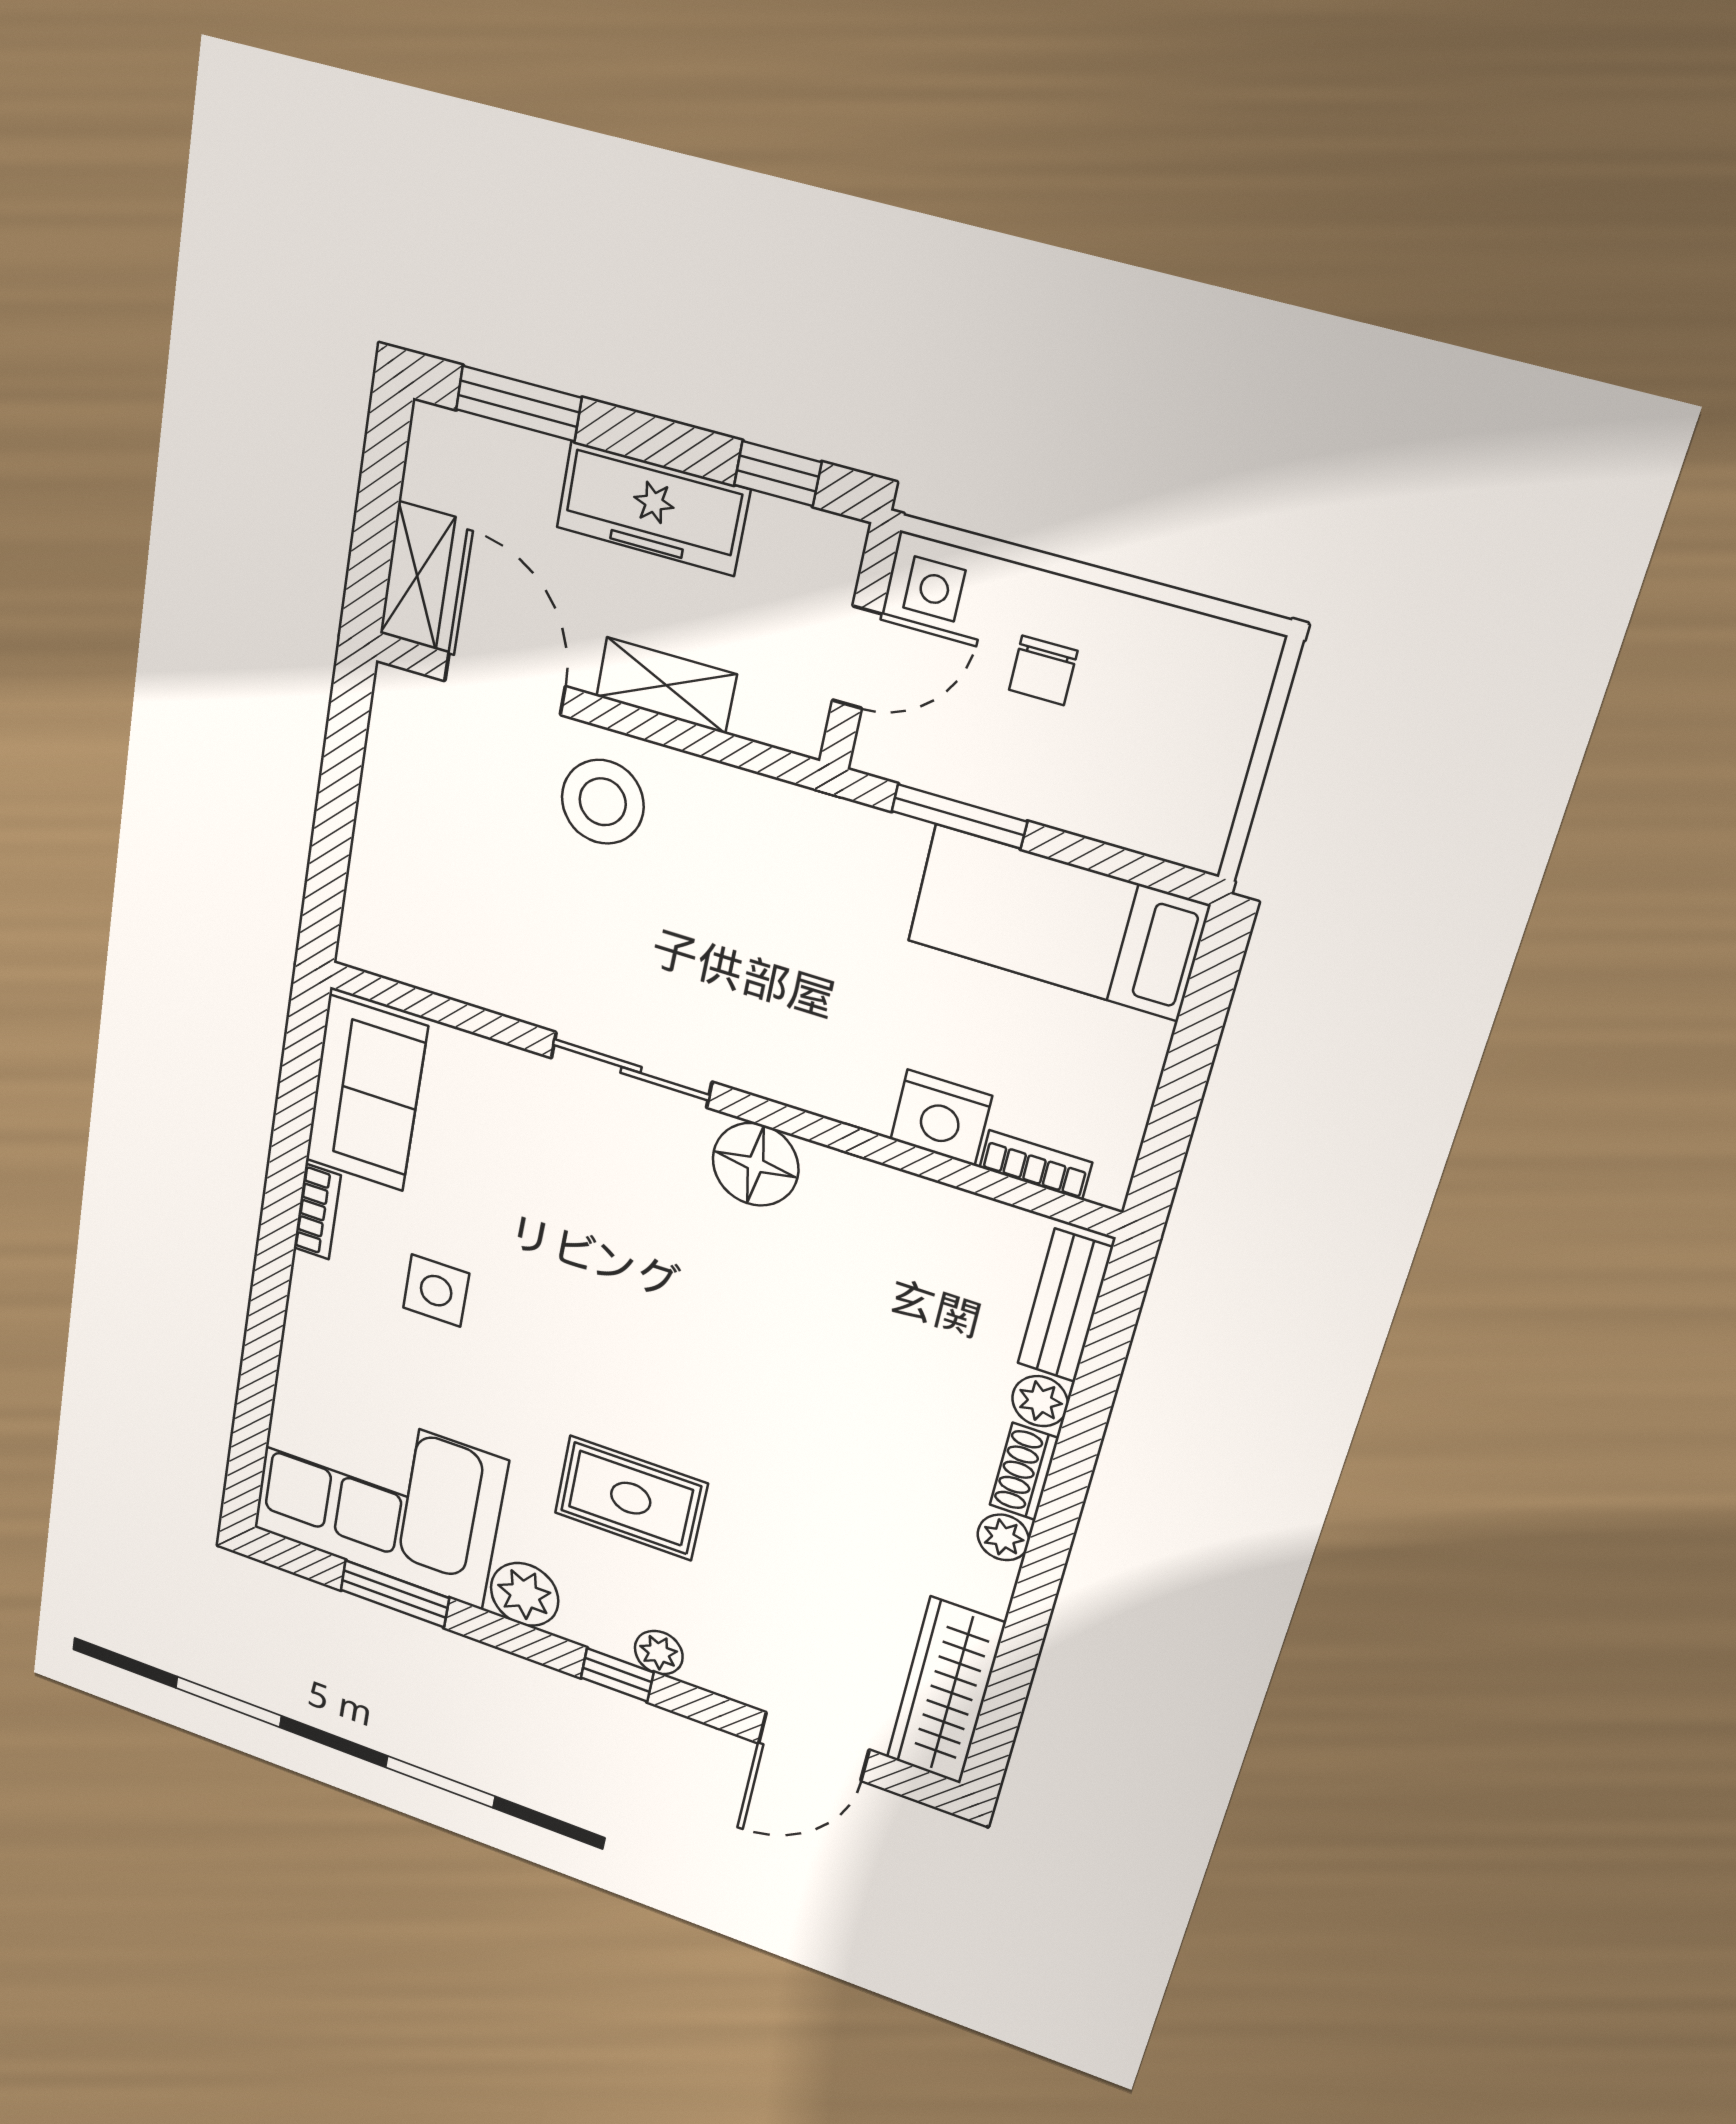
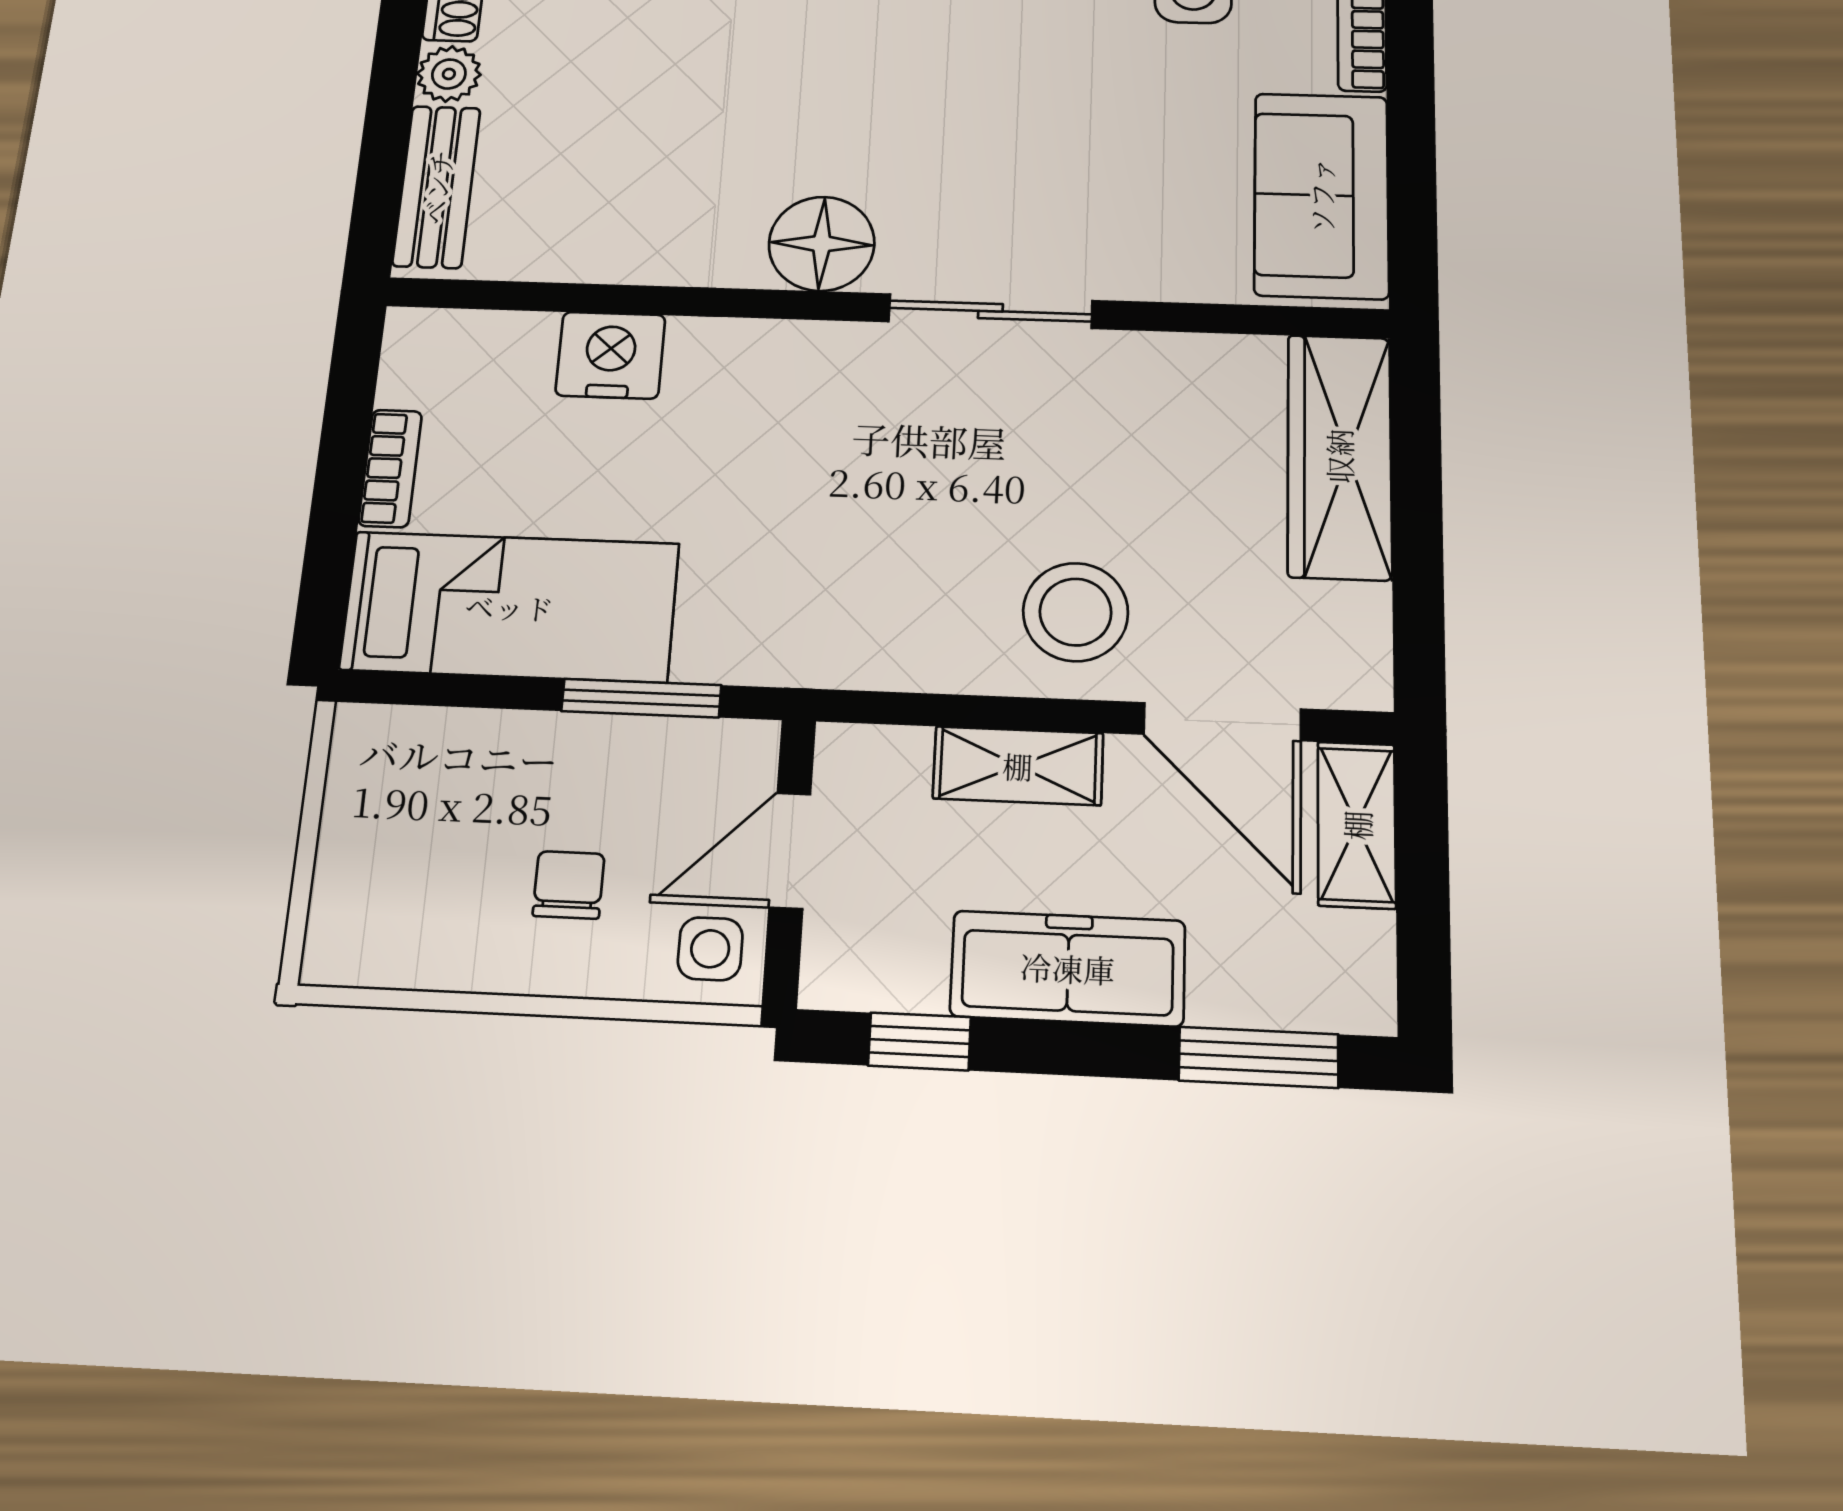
wardrobe: (385, 877) -> (1339, 456), added
bookcase: (1036, 1165) -> (390, 468), moved, turned -90

